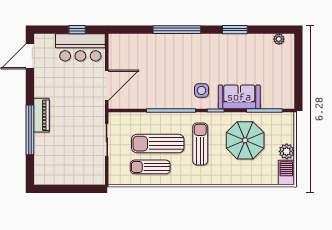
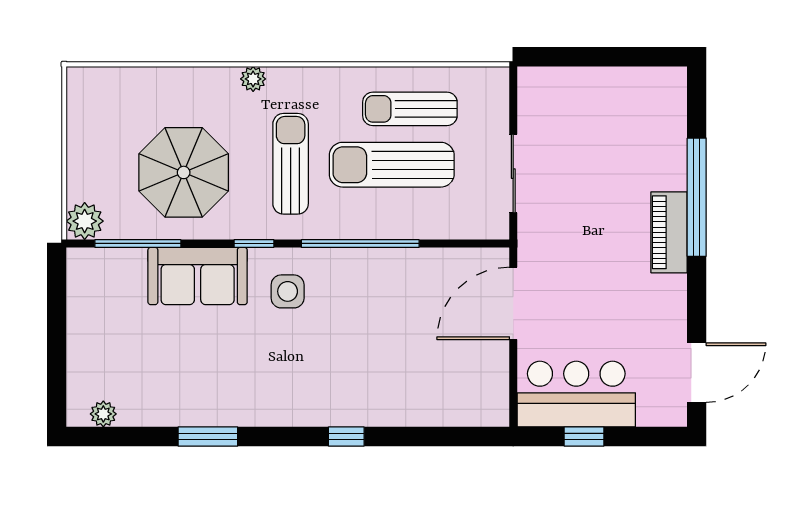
window: (177, 30) -> (346, 437), width x0.32
sun lounger: (158, 144) -> (392, 165), turned 180
sun lounger: (200, 144) -> (291, 164), turned 180
plant: (287, 151) -> (85, 221), moved
sun lounger: (150, 167) -> (410, 109), turned 180
barbecue: (286, 173) -> (85, 96), removed
plant: (216, 180) -> (253, 79), added

